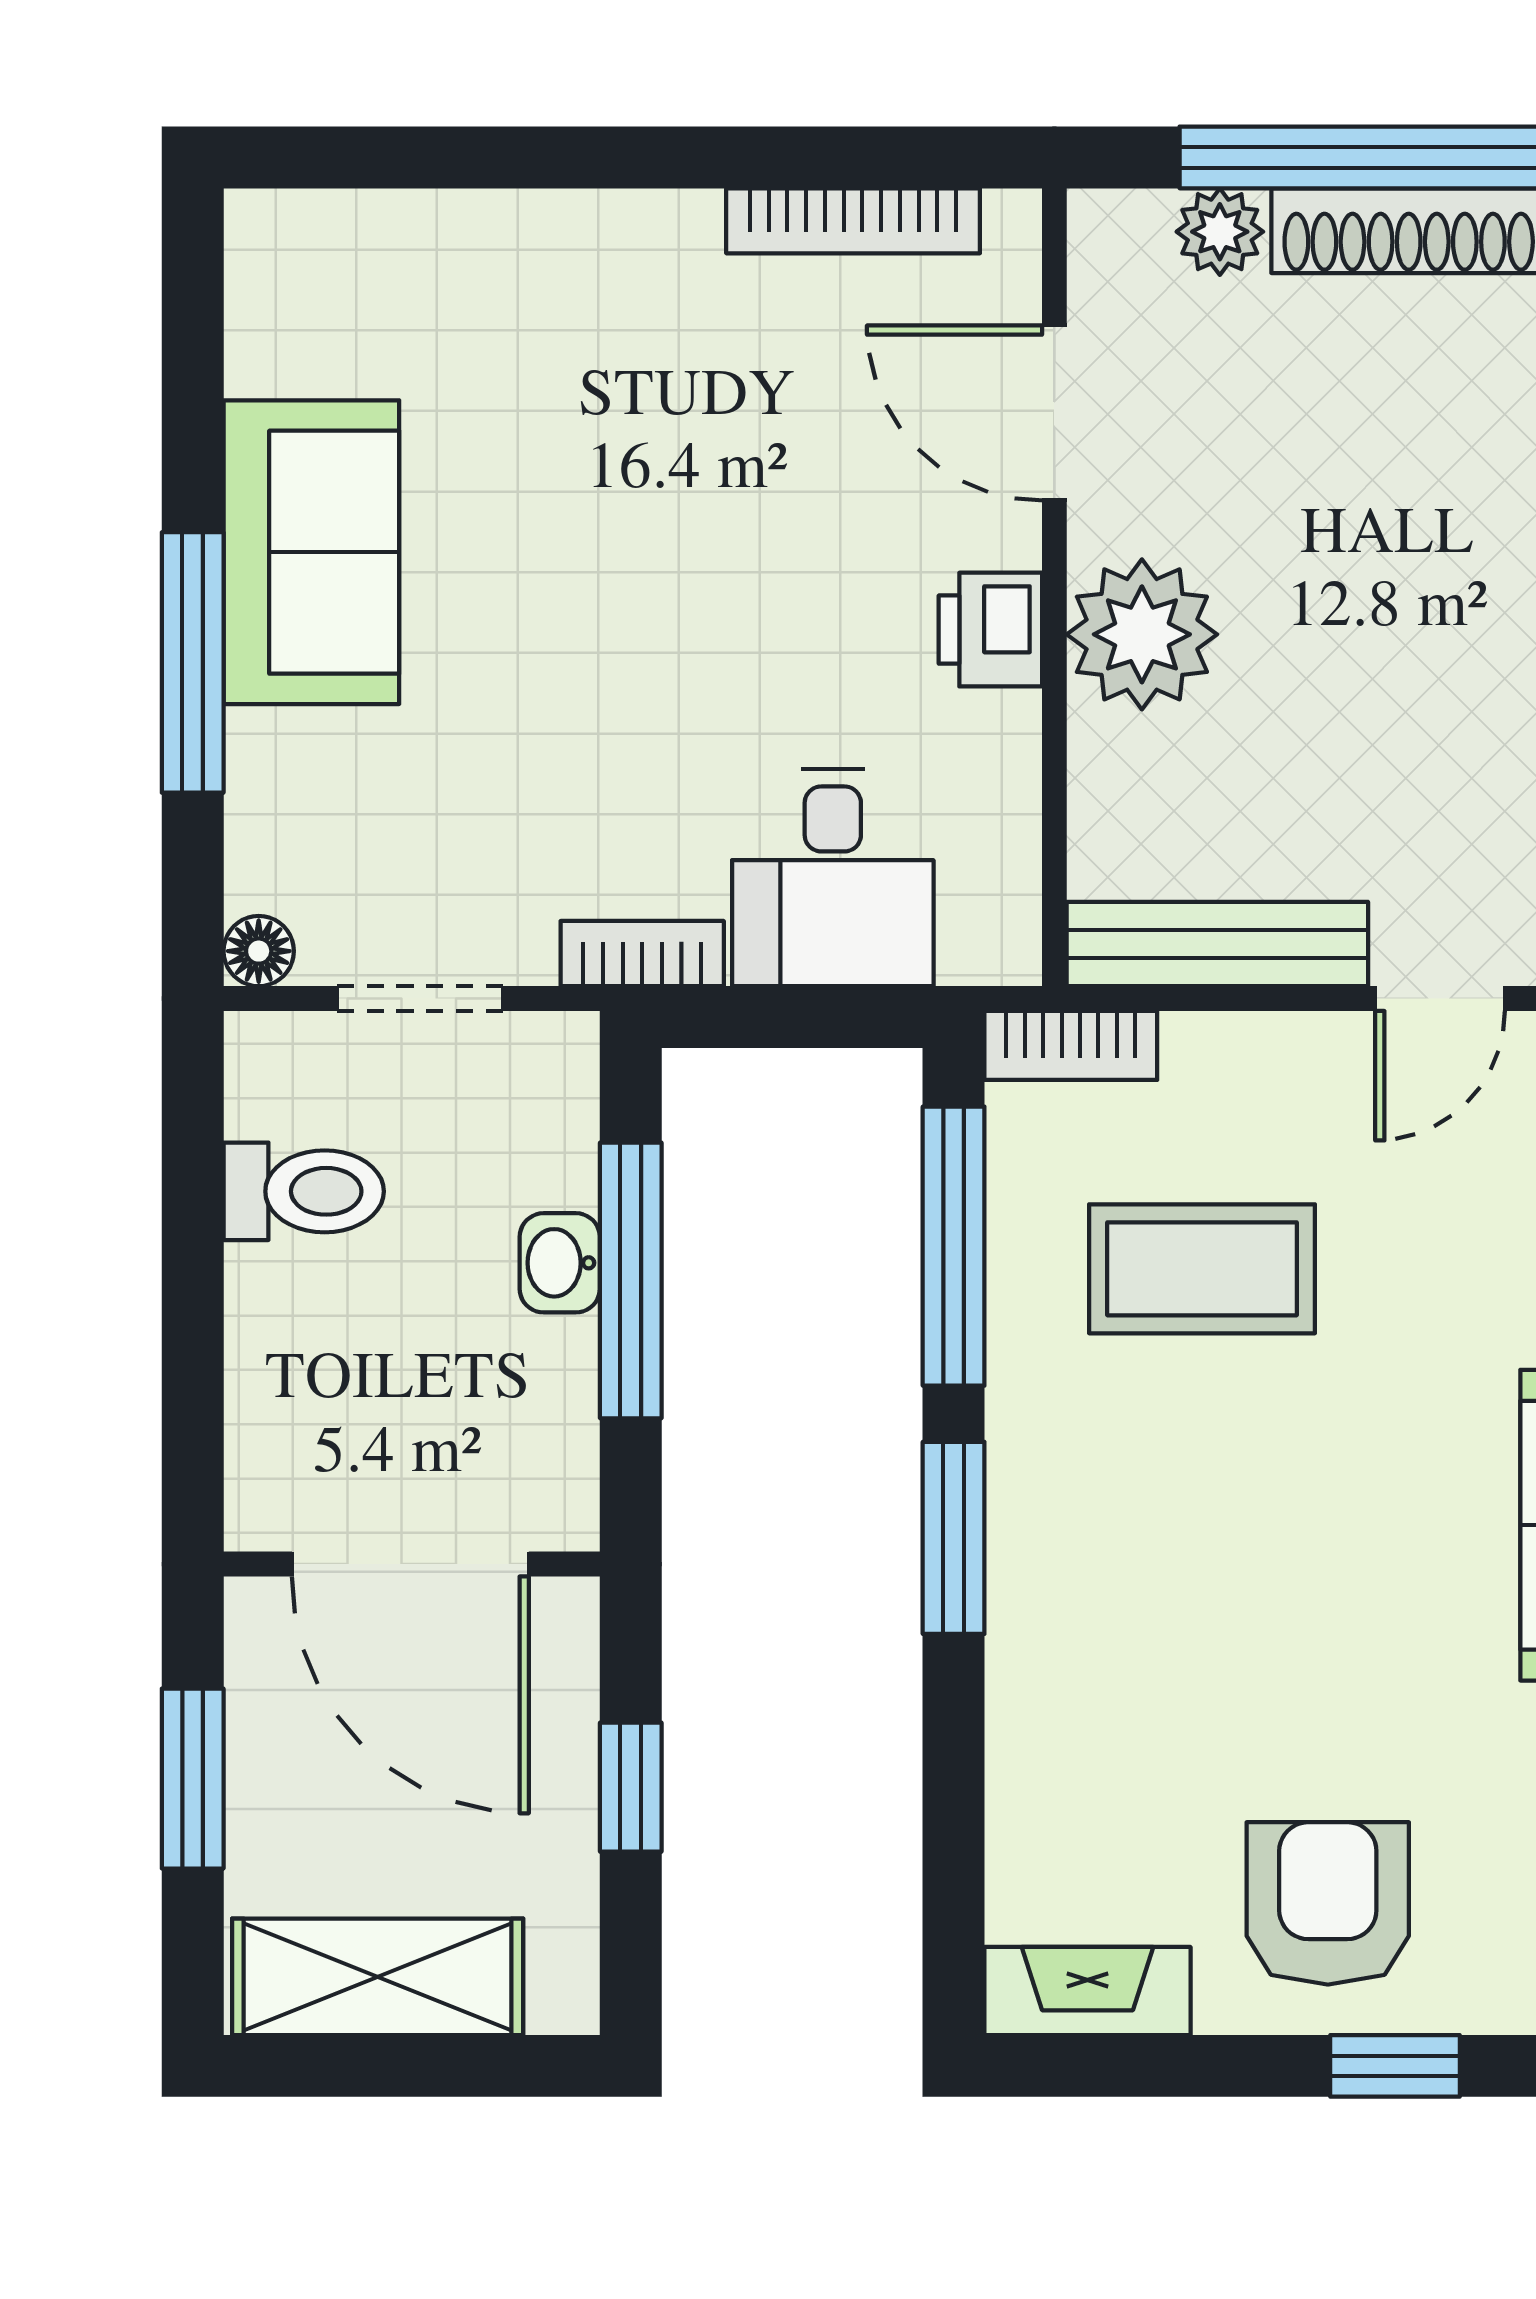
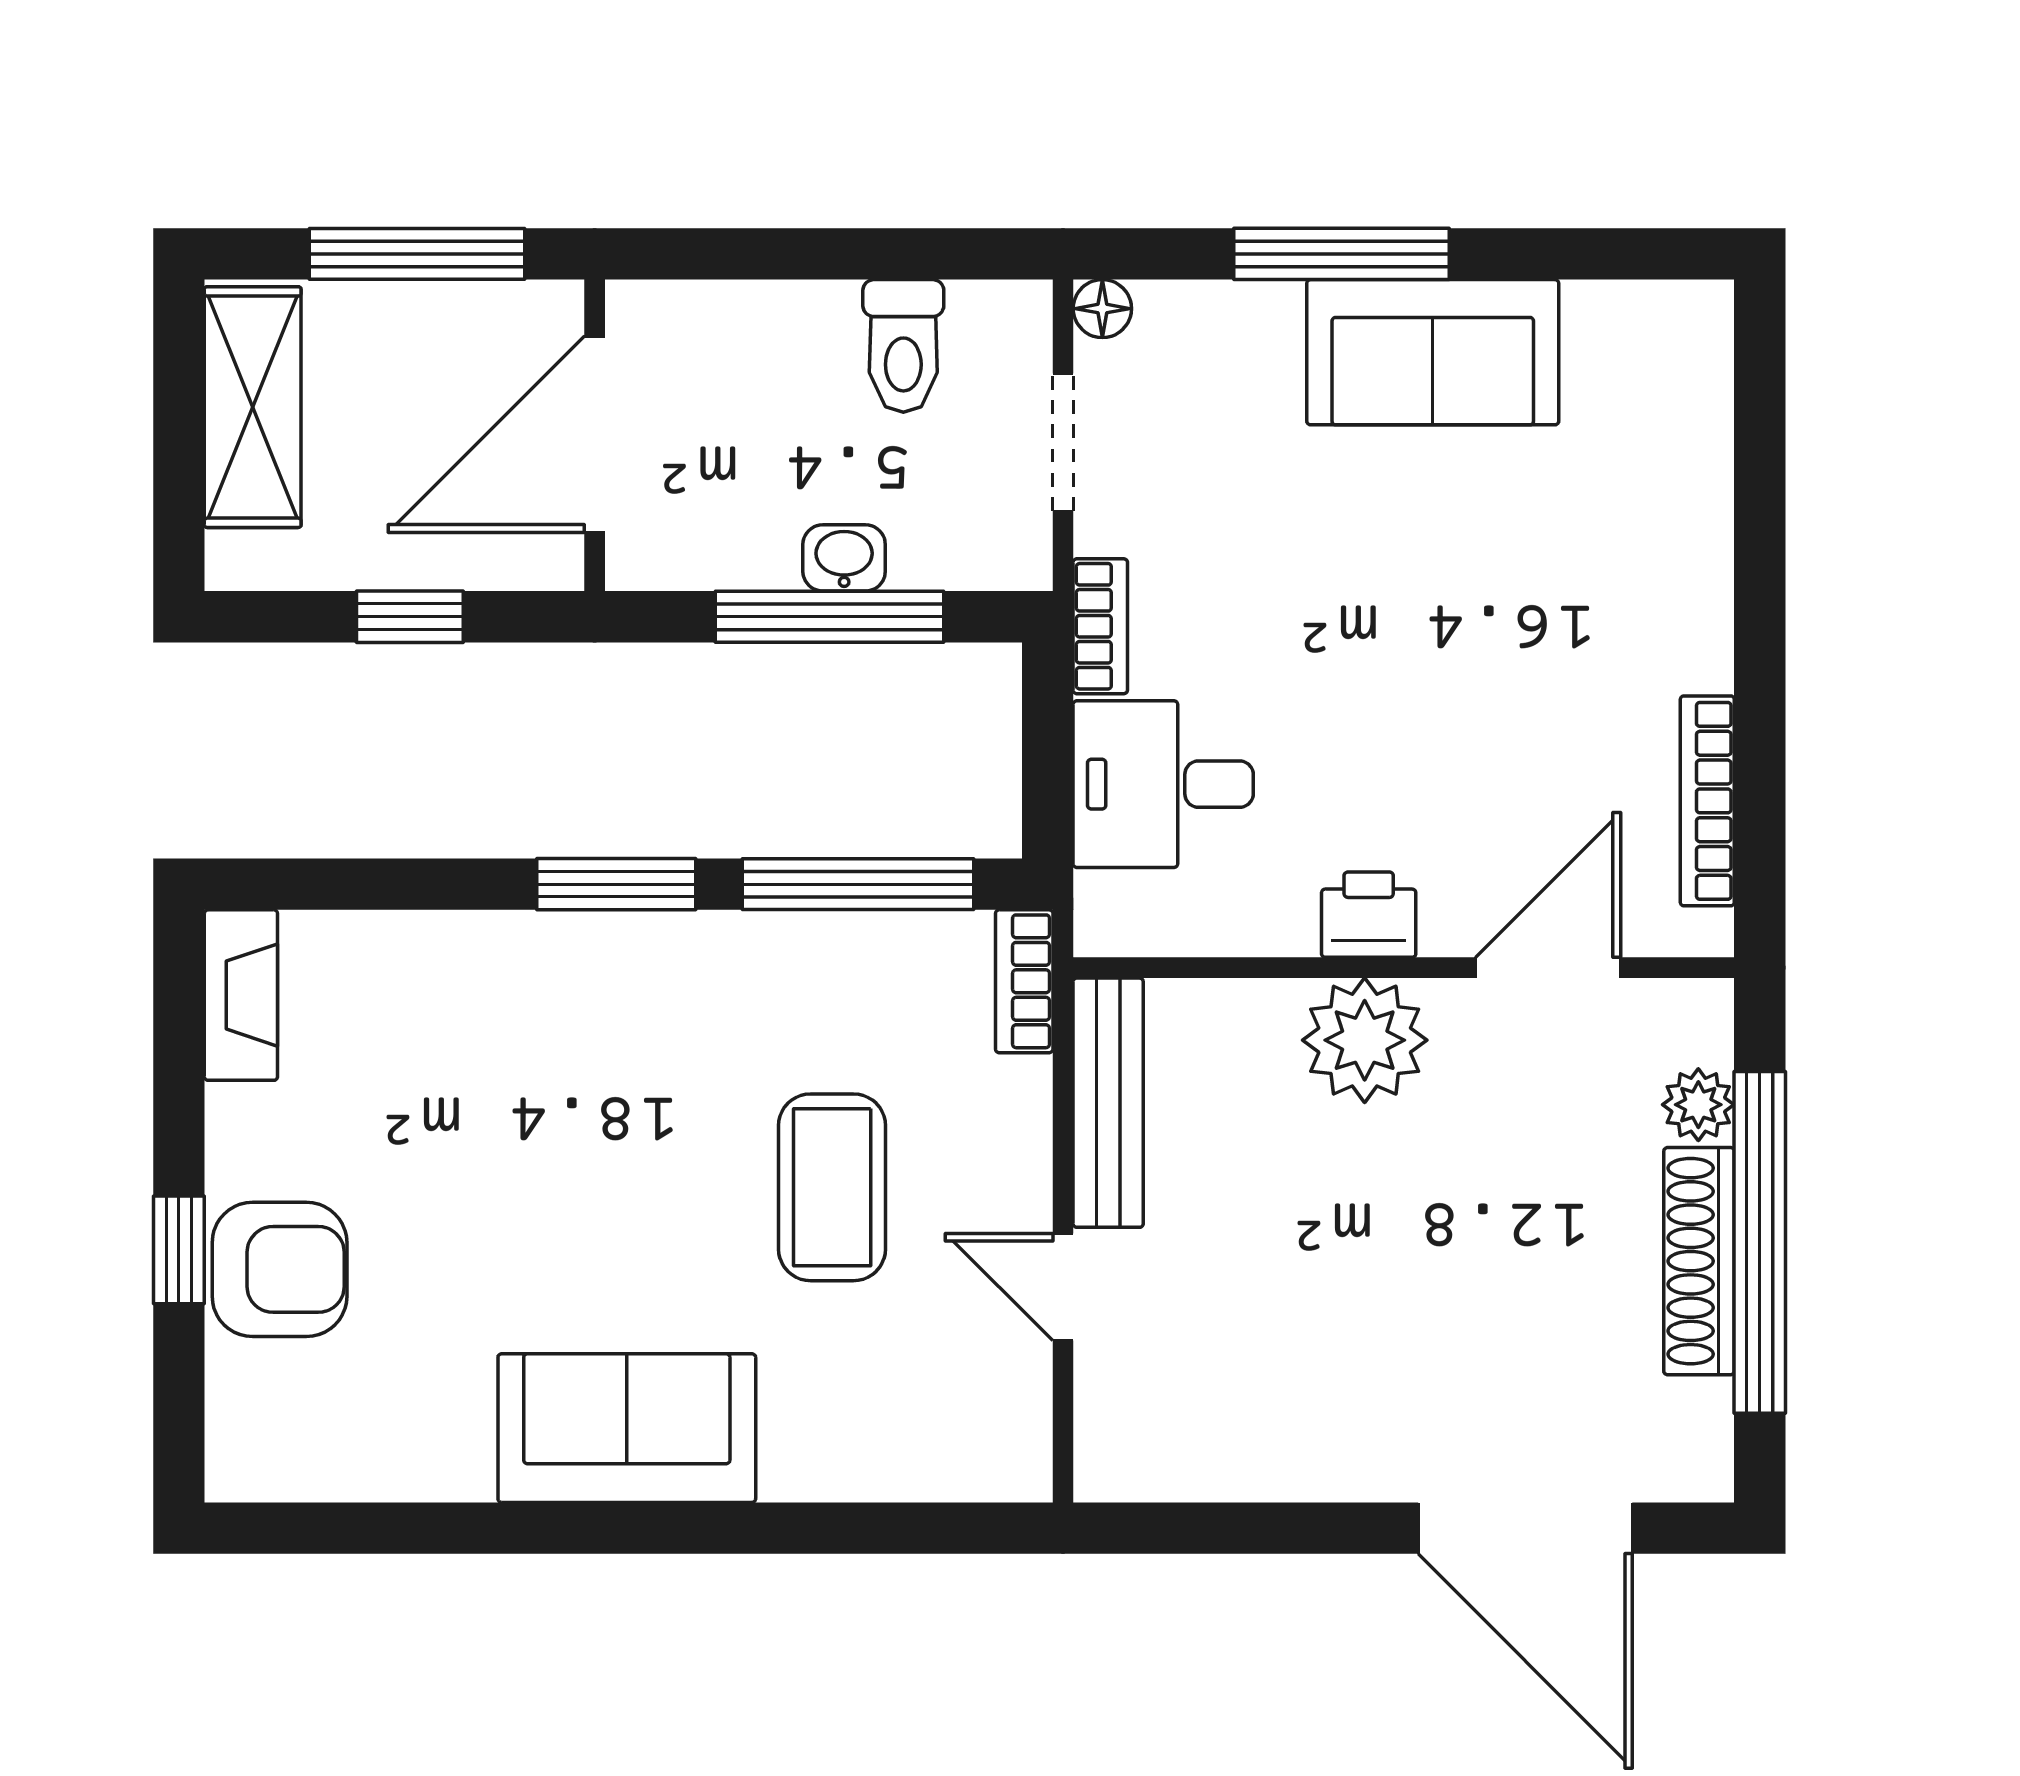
coffee table: (1202, 1269) -> (832, 1187), moved
window: (193, 1779) -> (417, 254), width x1.44
armchair: (1328, 1903) -> (280, 1269), moved

